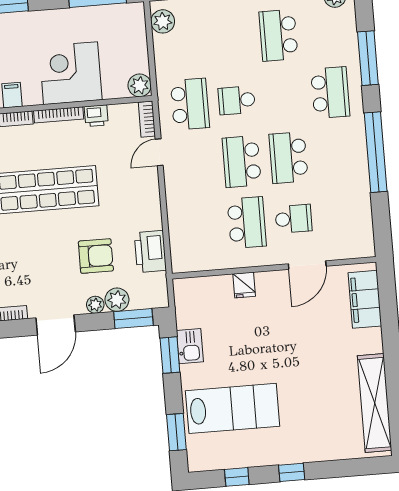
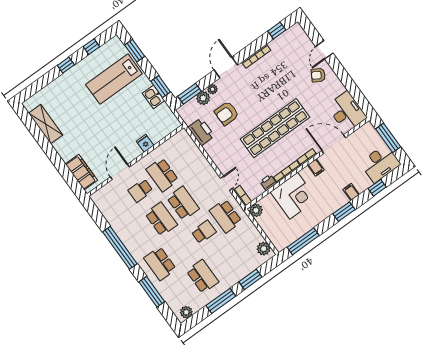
shelving: (375, 403) -> (46, 124), width x0.68

